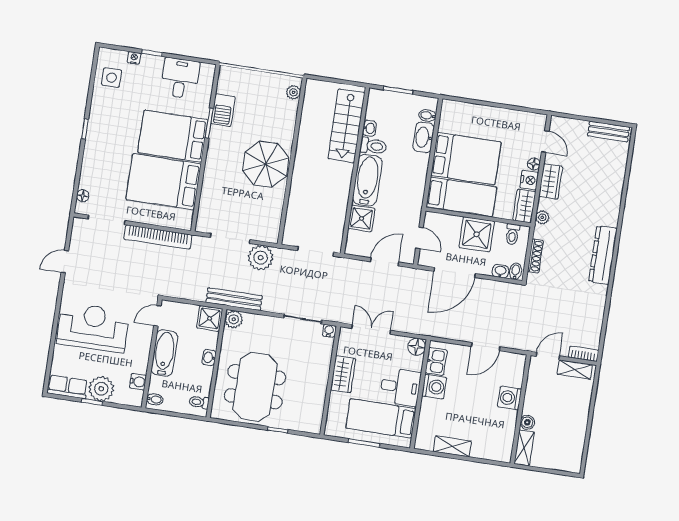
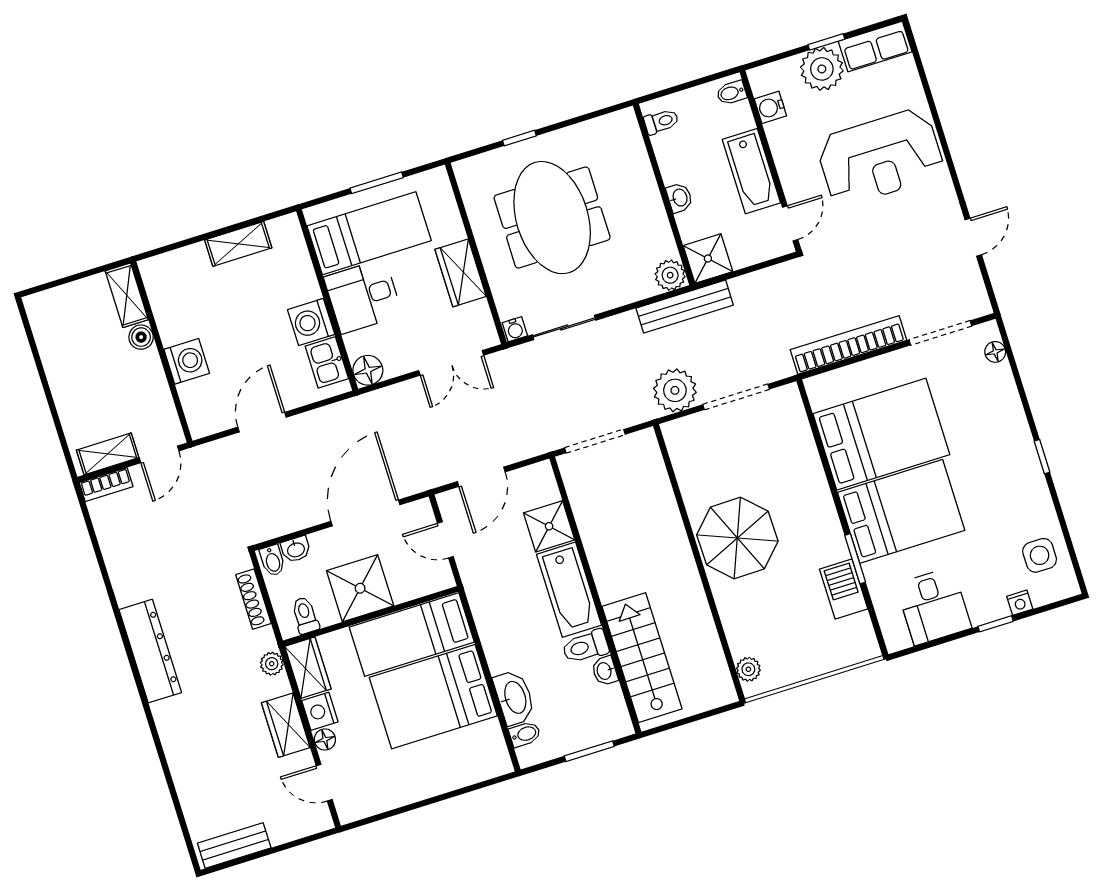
meeting table: (255, 387) -> (552, 218), moved

